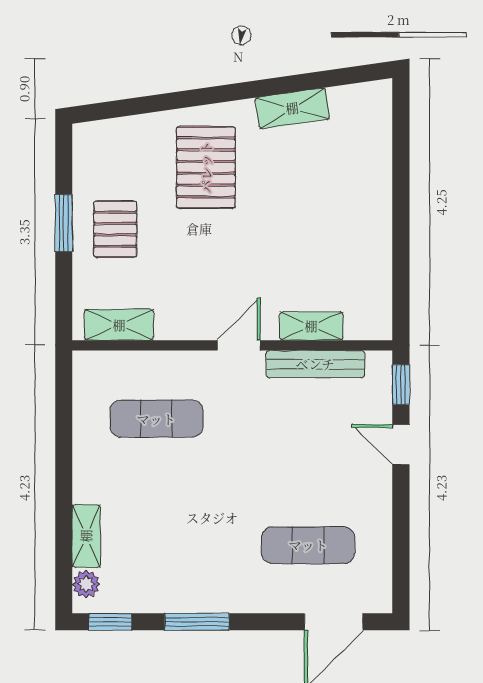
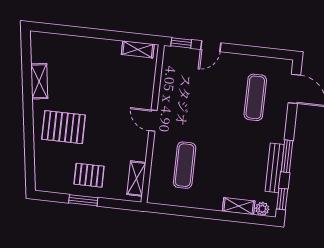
shelving: (311, 326) -> (138, 49), moved, turned 90
bench: (315, 364) -> (275, 168), moved

